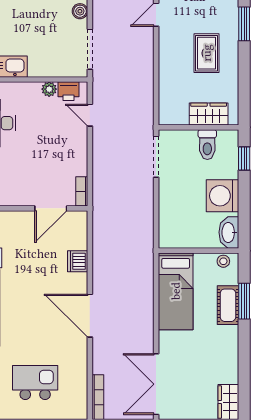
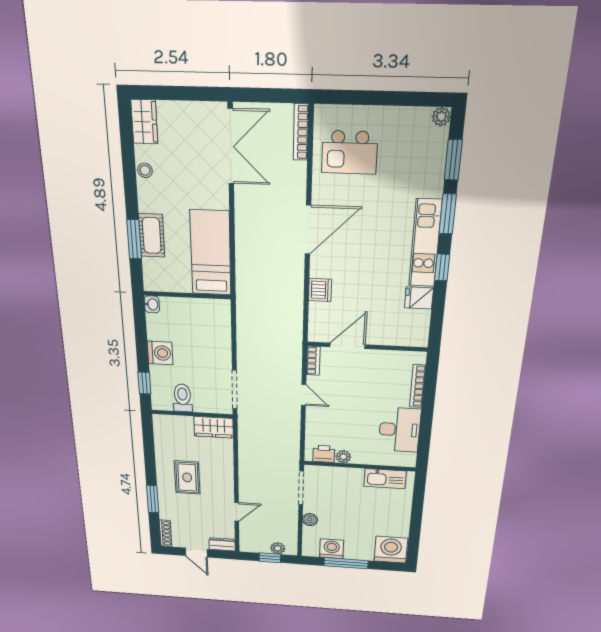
wardrobe: (209, 114) -> (214, 427), moved
door: (90, 115) -> (304, 395), moved
washing machine: (222, 196) -> (160, 353), width x0.73, depth x0.73
washbasin: (229, 232) -> (152, 304), width x0.52, depth x0.69
stool: (223, 261) -> (145, 170), moved
door: (90, 316) -> (308, 230), hinge flipped
kitchen island: (35, 382) -> (350, 152), moved

